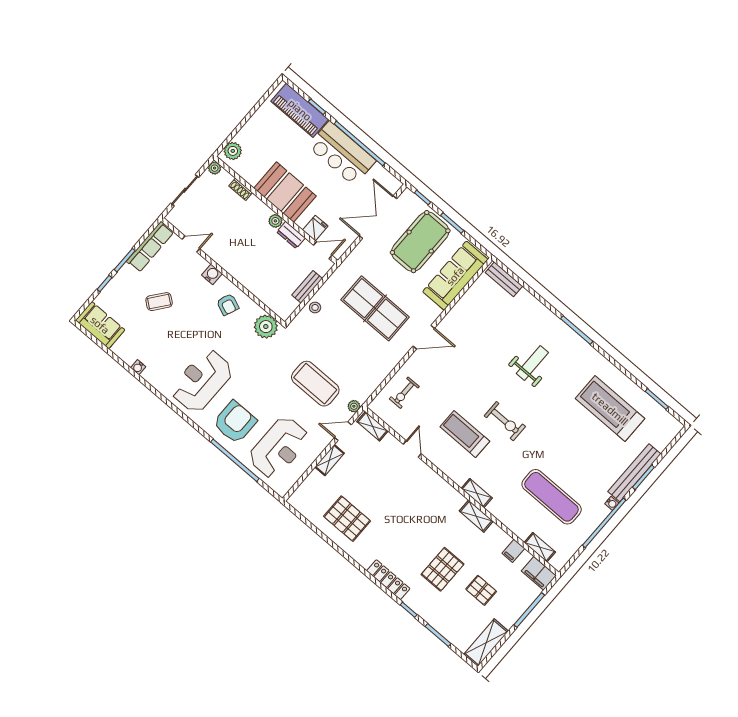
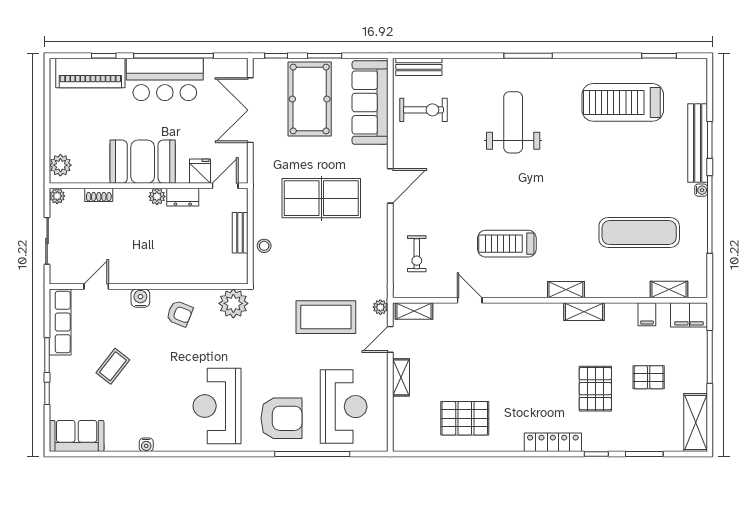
weight bench: (532, 363) -> (513, 122), width x1.36, depth x1.33
exercise bike: (505, 421) -> (423, 110), moved
armchair: (235, 422) -> (281, 418), turned 90

